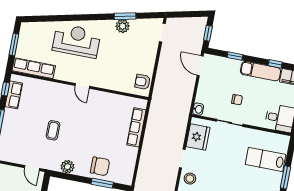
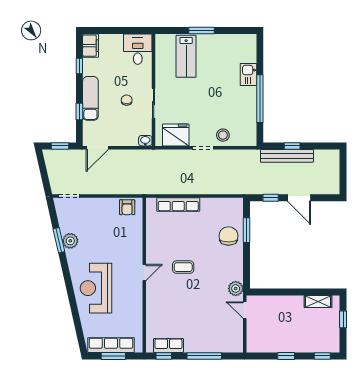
row of seats: (34, 68) -> (111, 345), moved, turned 90
exam couch: (260, 71) -> (90, 98), moved
coffee table: (53, 130) -> (183, 267), moved
plant: (68, 167) -> (236, 289), moved
door: (32, 168) -> (245, 310), swing flipped

